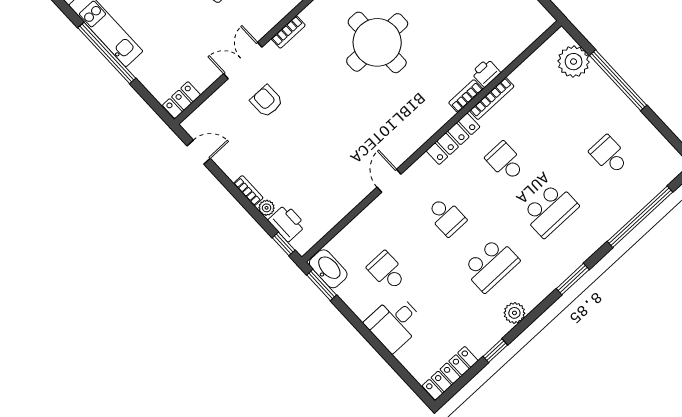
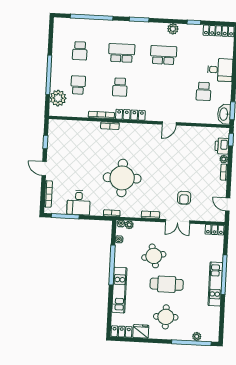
printer: (486, 73) -> (94, 127), removed
school desk: (446, 216) -> (78, 85), moved

